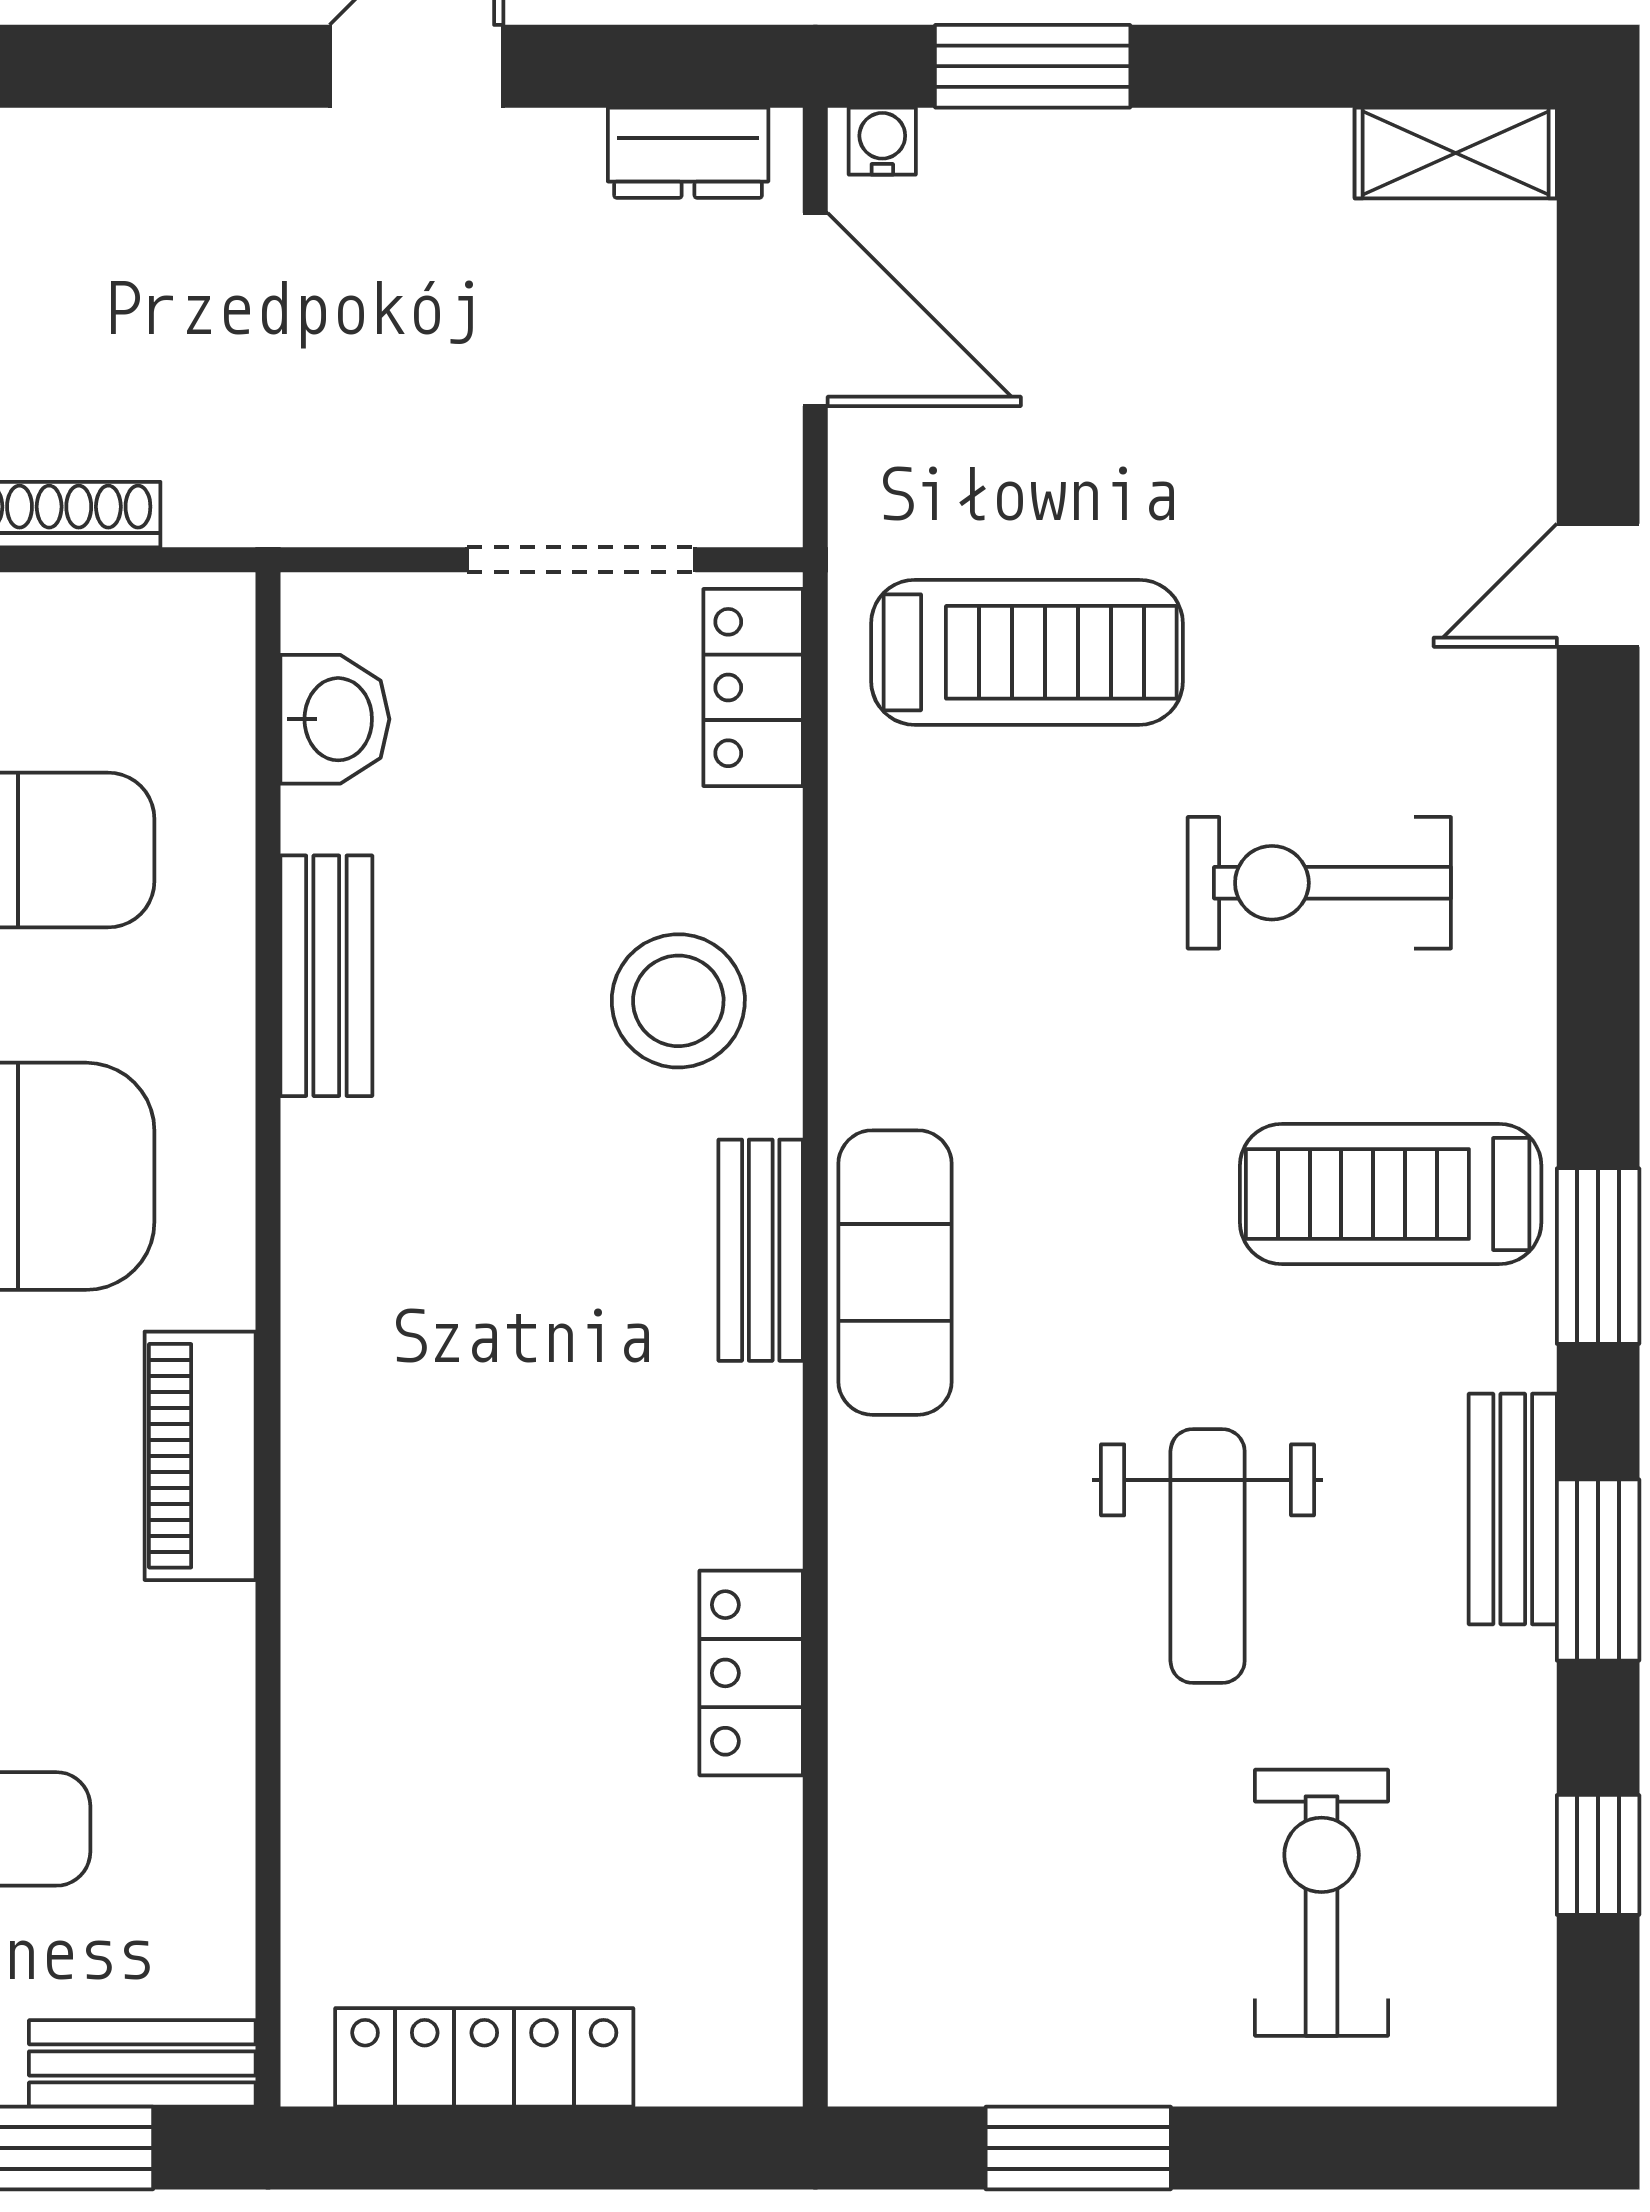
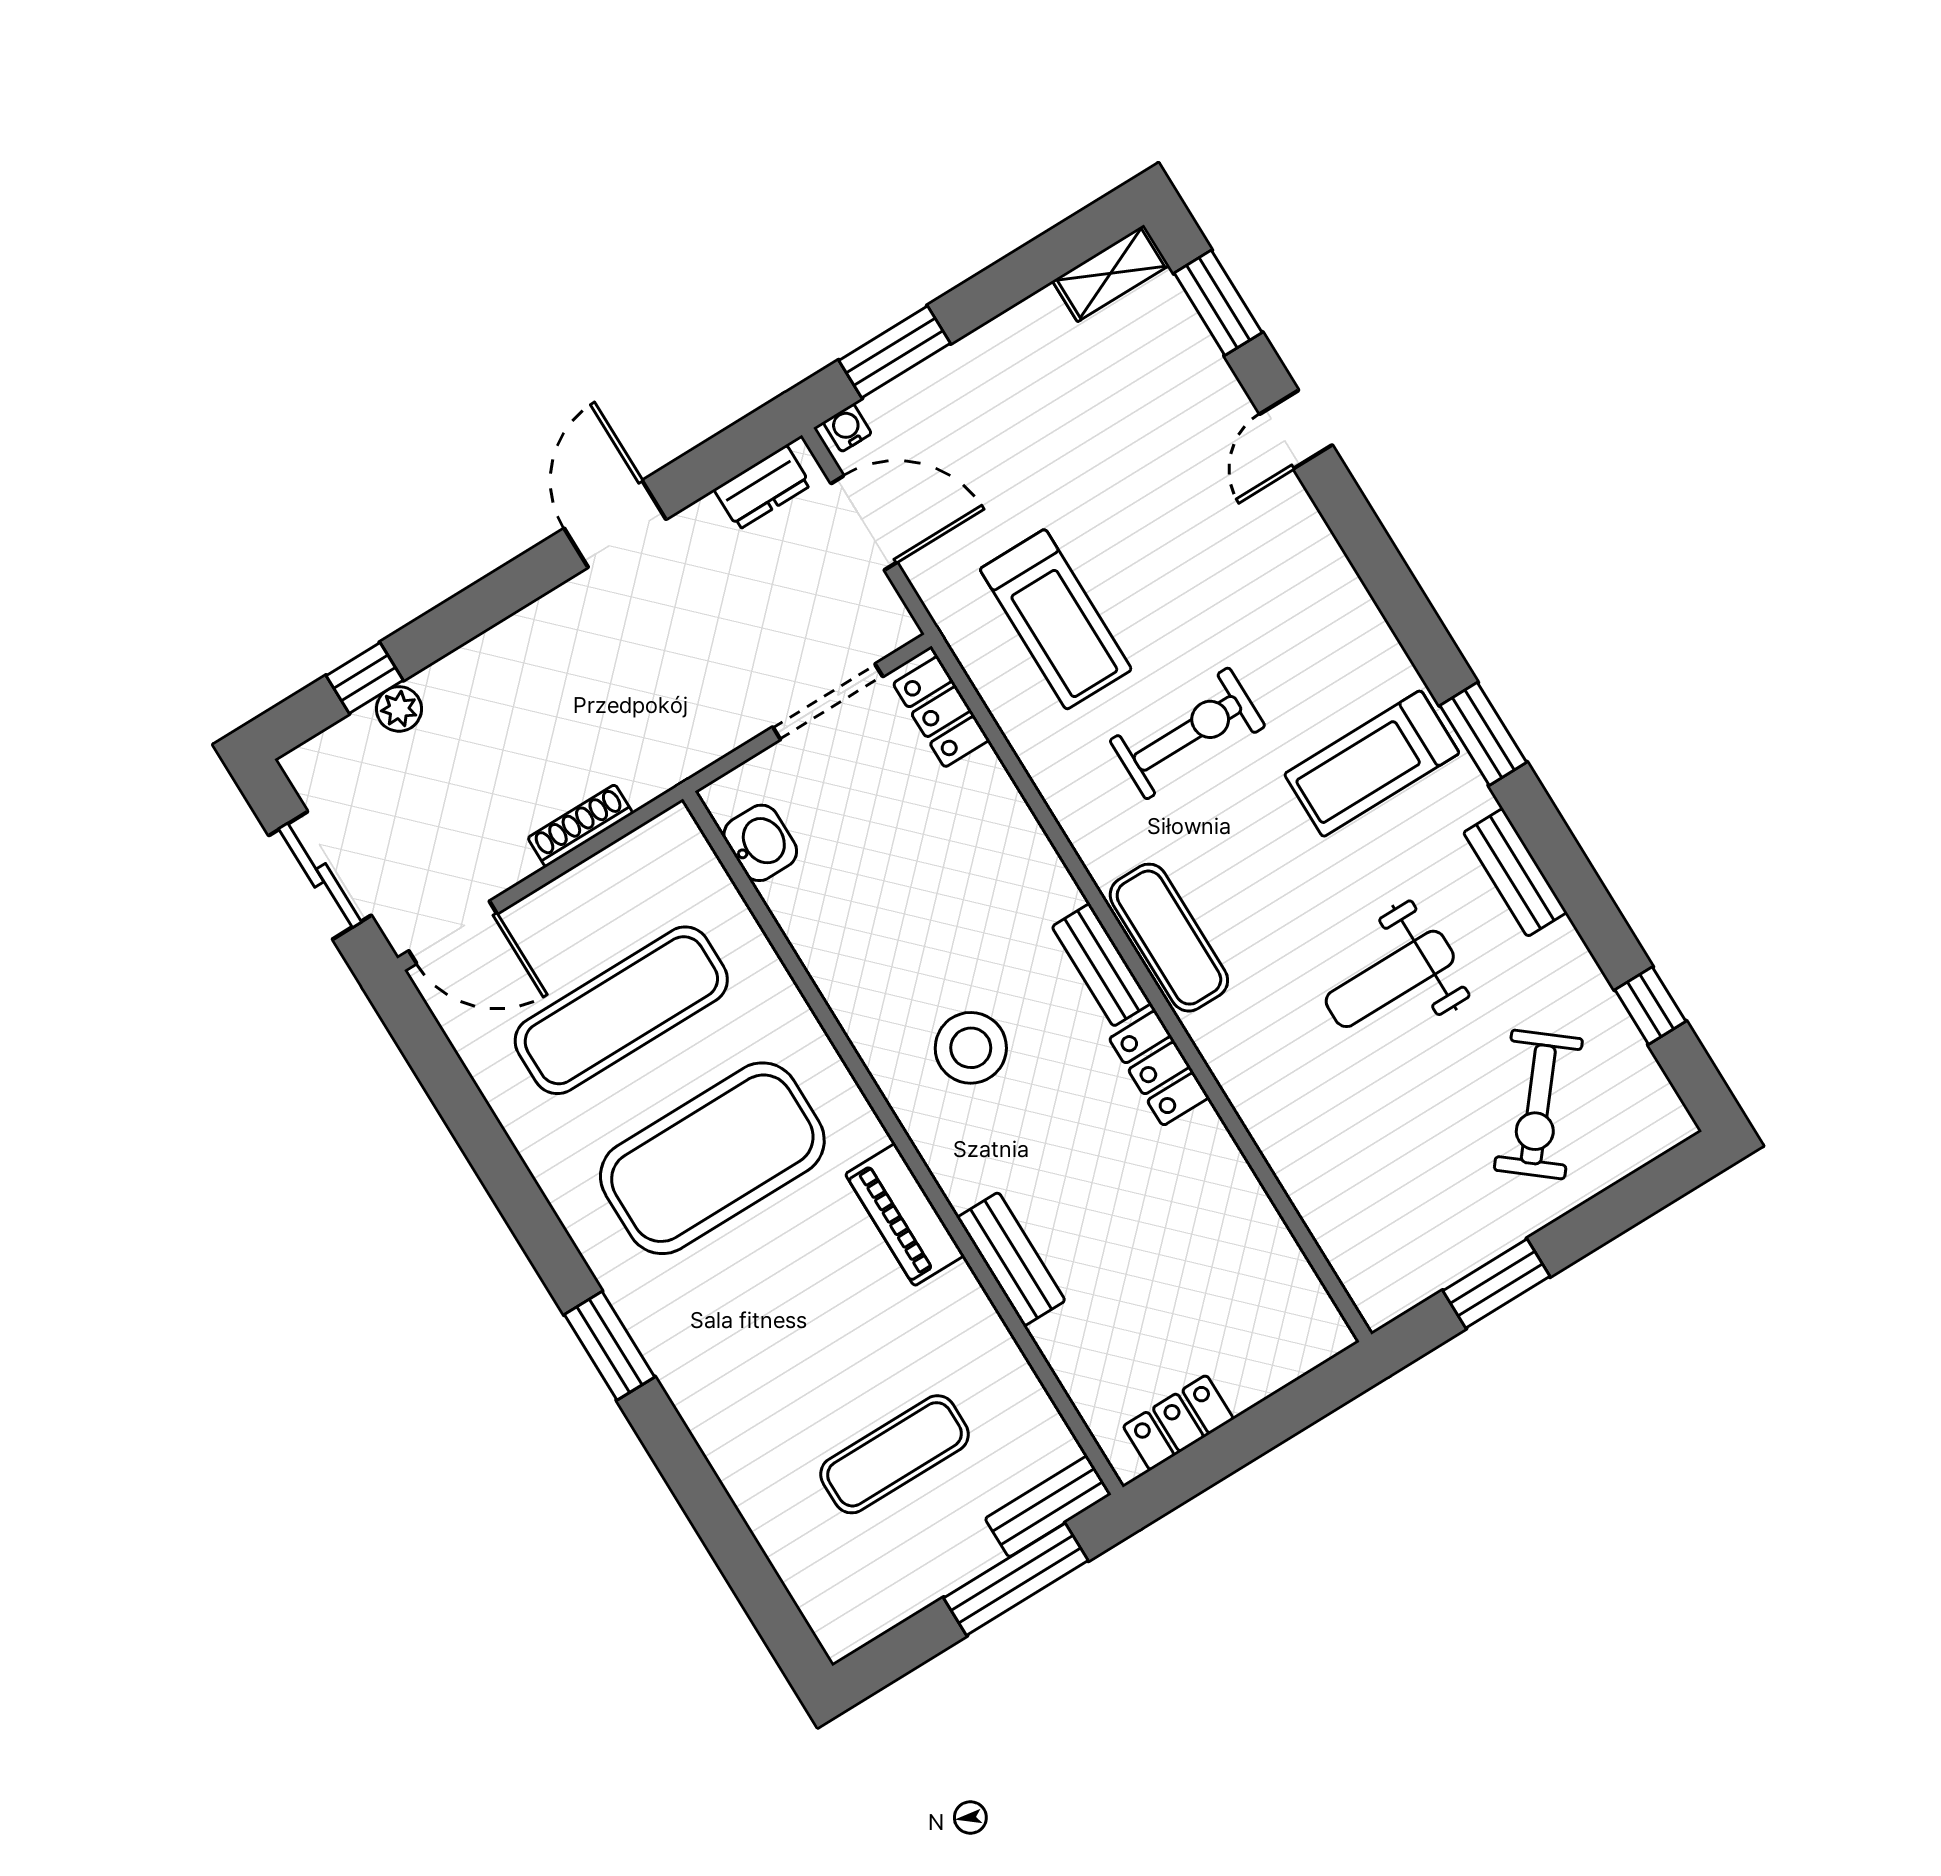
treadmill: (1027, 652) -> (1056, 619), turned 90
exercise bike: (1319, 883) -> (1187, 733), moved, turned 180
bench: (326, 976) -> (1011, 1259), moved
stool: (678, 1001) -> (971, 1048), moved
weight bench: (1208, 1556) -> (1390, 979), turned 90
window: (1598, 1570) -> (1218, 303), moved
locker: (751, 1673) -> (1159, 1068), moved
exercise bike: (1322, 1903) -> (1538, 1104), turned -141
locker: (484, 2057) -> (1178, 1423), width x0.66

